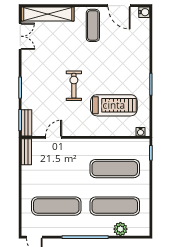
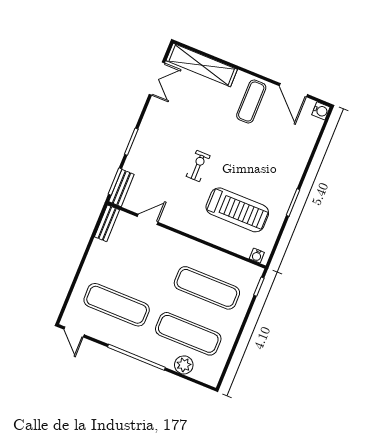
exercise bike: (74, 86) -> (198, 166), width x0.73, depth x0.72

